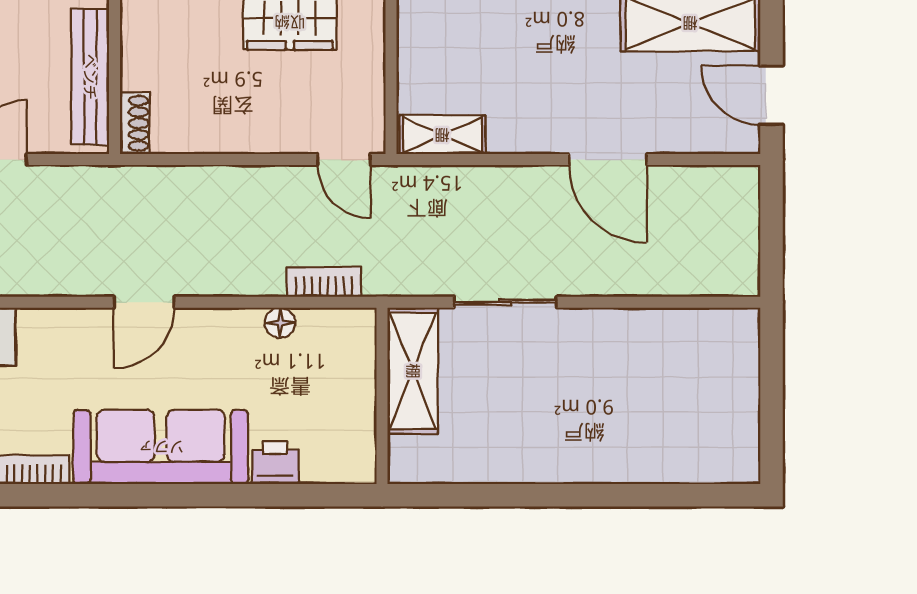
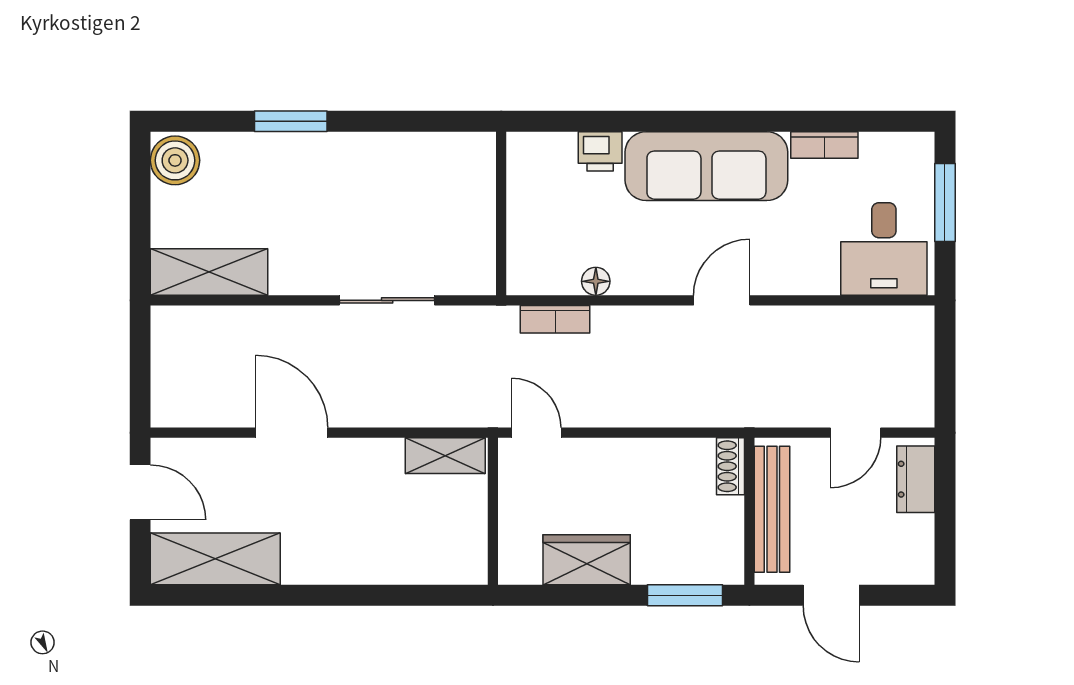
shelving: (413, 371) -> (209, 272), moved, turned 90
boiler: (734, 453) -> (175, 160), added
window: (609, 495) -> (291, 121), added

